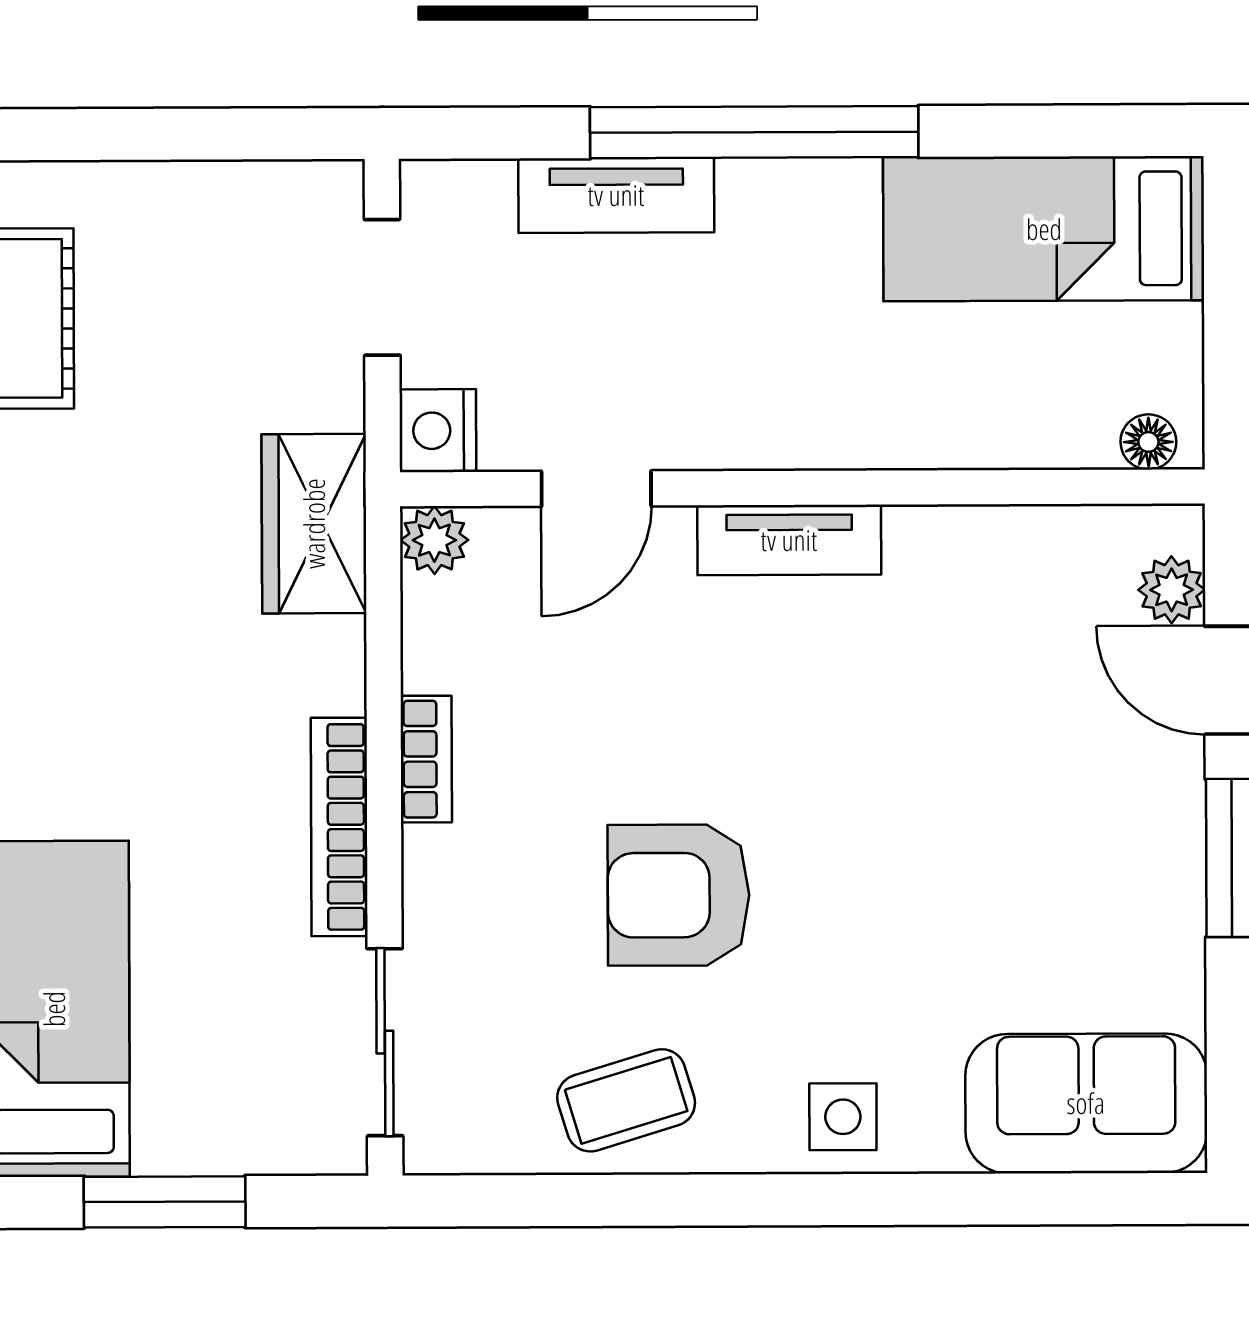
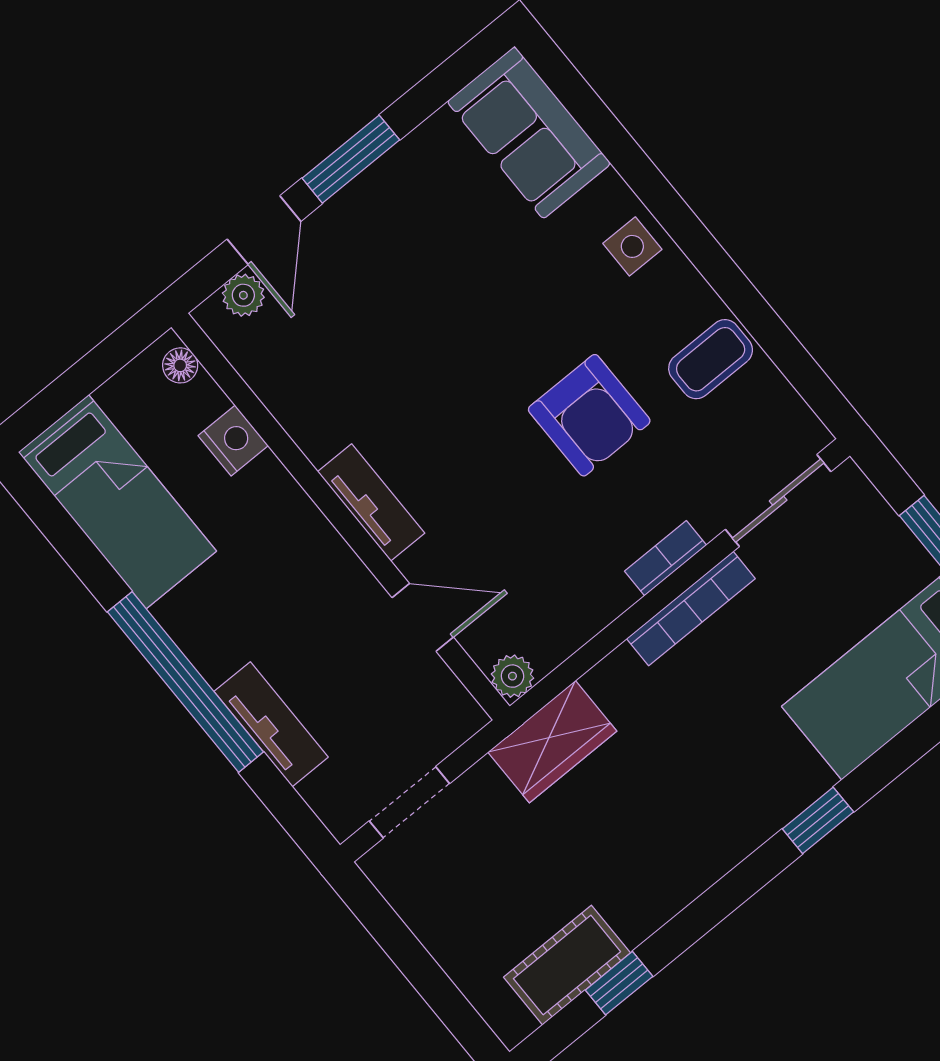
nightstand: (438, 431) -> (233, 441), moved, turned -90
bookcase: (426, 759) -> (665, 558), moved
coffee table: (626, 1100) -> (711, 359), turned -73

